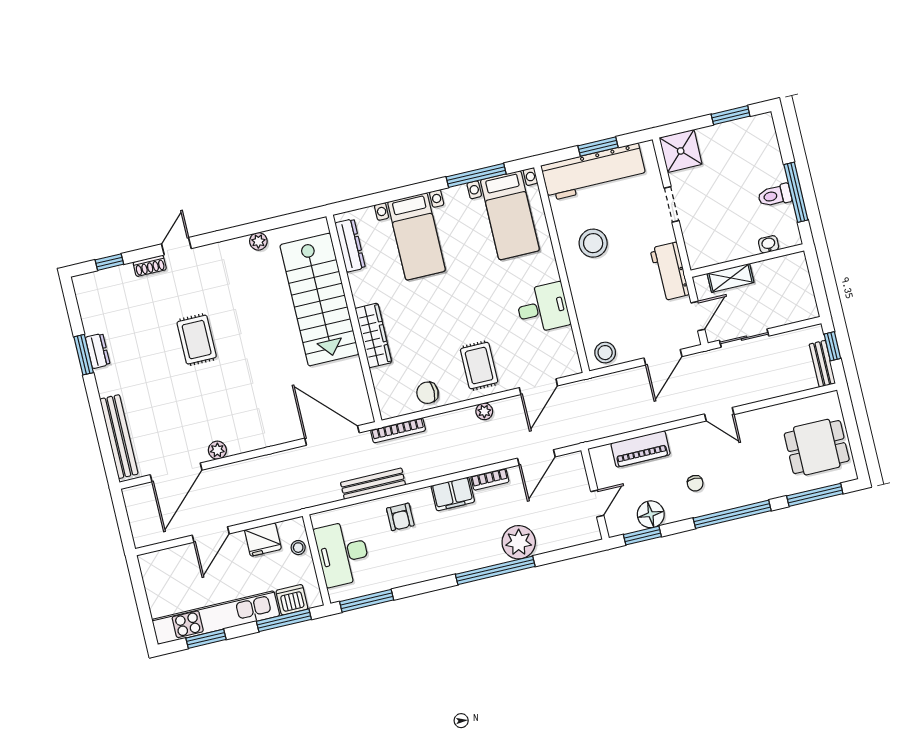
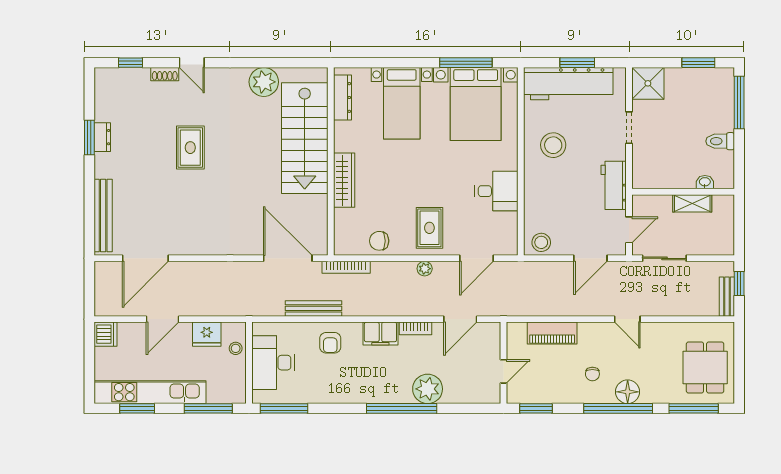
window: (796, 192) -> (739, 102), moved
bed with nightstands: (510, 215) -> (476, 104), width x1.36
plant: (258, 241) -> (264, 82), width x1.88, depth x1.88
door: (176, 246) -> (192, 63), swing flipped
shelving: (731, 278) -> (692, 203), moved
dining table: (817, 447) -> (705, 368), turned 90
plant: (217, 450) -> (186, 248), removed
floor lamp: (651, 514) -> (628, 392), moved
dishwasher: (292, 600) -> (106, 334), moved, turned 90

